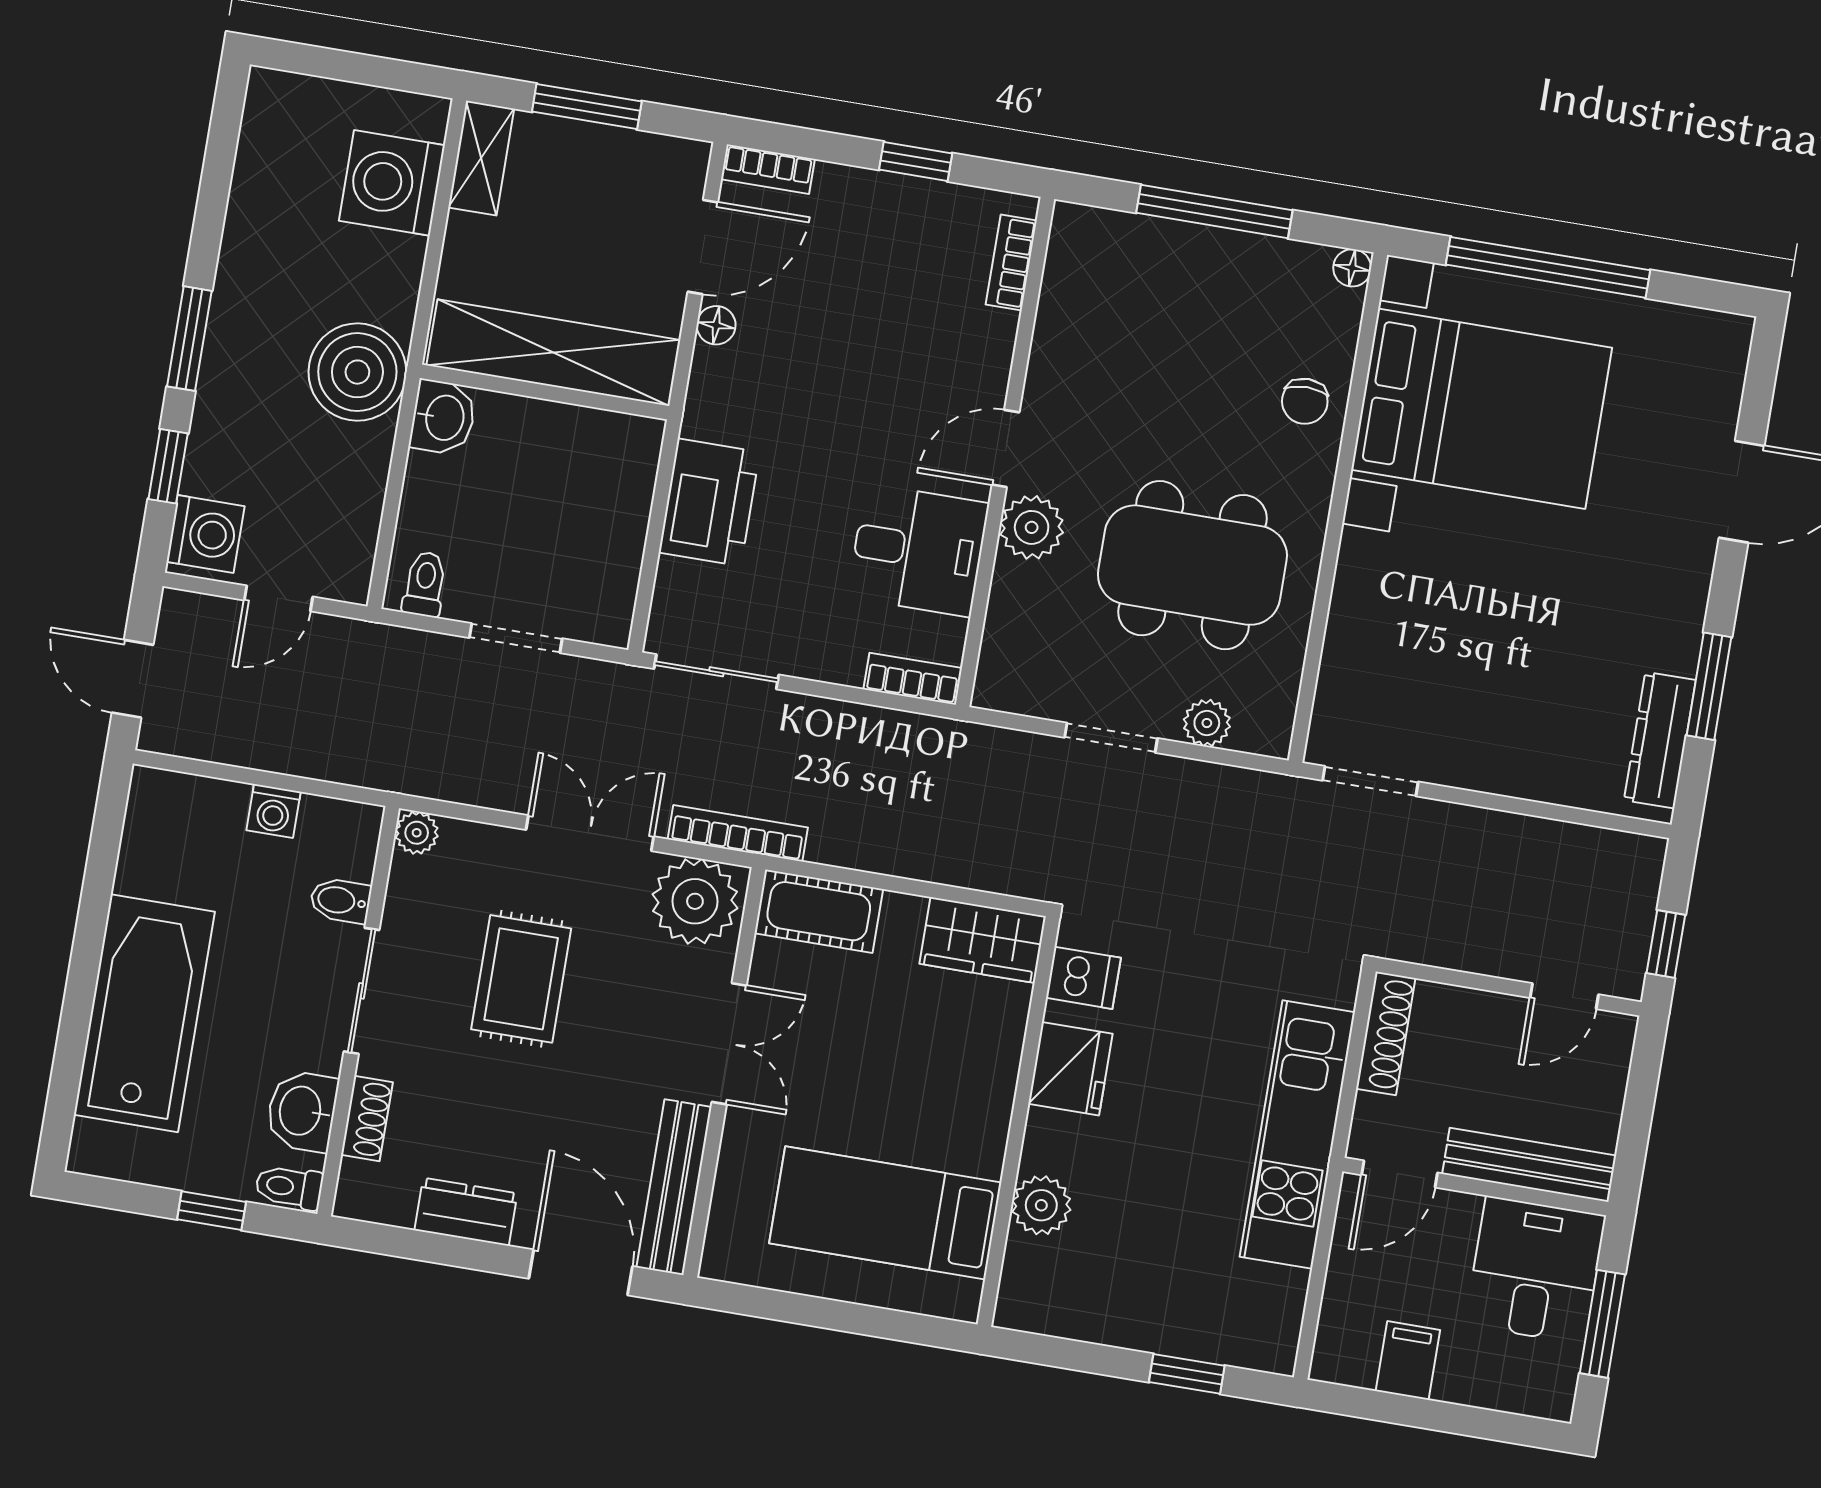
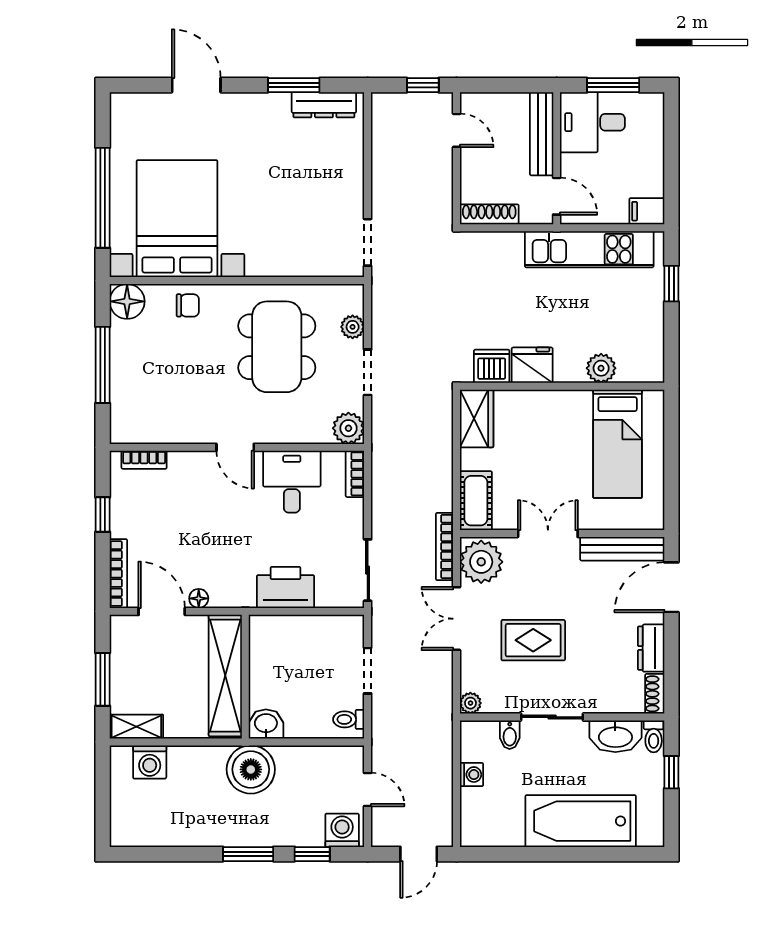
bookcase: (768, 169) -> (118, 574), width x1.56
washing machine: (392, 183) -> (150, 762), width x0.73, depth x0.73
floor lamp: (1352, 268) -> (127, 301), width x1.89, depth x1.89
plant: (1032, 527) -> (348, 428), moved
dishwasher: (1083, 978) -> (492, 366), width x1.38
washbasin: (302, 1111) -> (615, 736), width x1.38
shoe rack: (367, 1119) -> (655, 694), moved, turned -90
kitchen unit: (1297, 1134) -> (589, 249), moved
filing cabinet: (1408, 1361) -> (647, 211), moved

